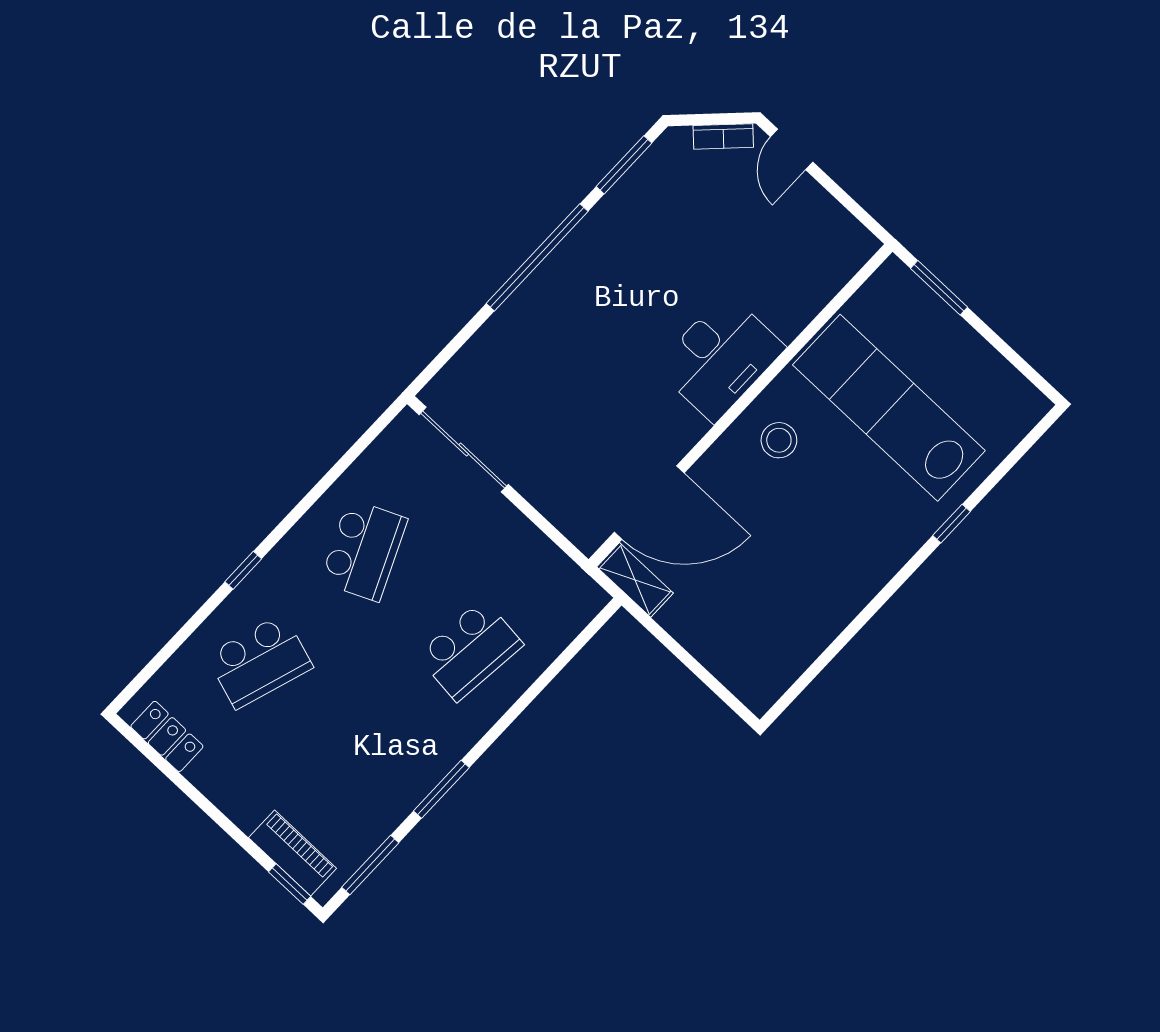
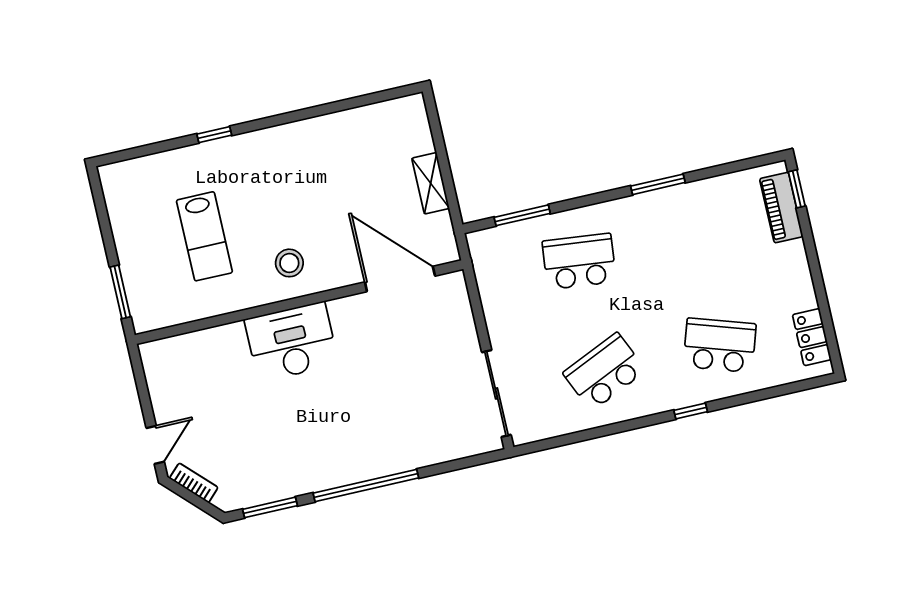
lab bench: (889, 408) -> (204, 236), width x0.54, depth x0.72
shelving: (635, 580) -> (431, 183), moved
window: (370, 865) -> (522, 215), moved

